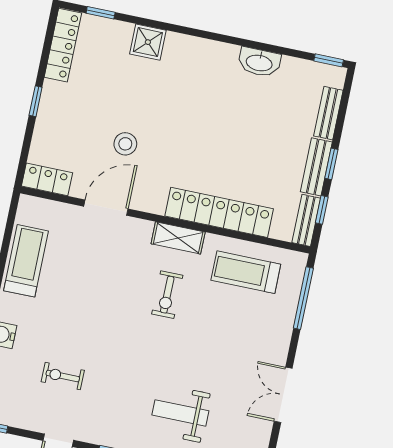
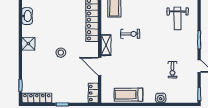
shower: (148, 42) -> (28, 44), moved
stool: (125, 144) -> (61, 53), moved
shelving: (178, 238) -> (106, 45), moved

